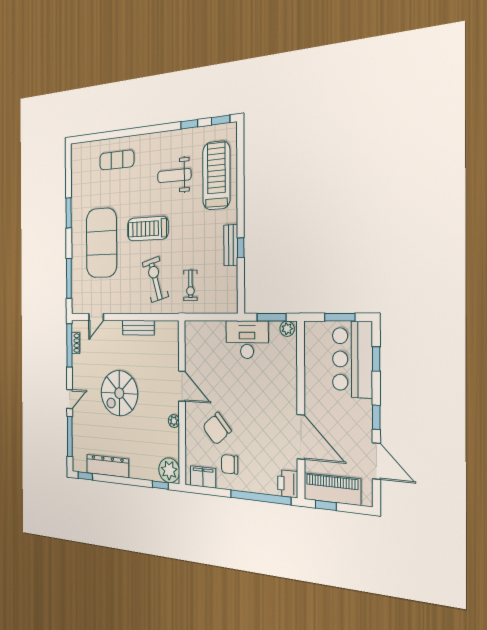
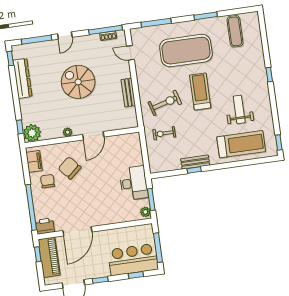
window: (189, 124) -> (269, 75), moved
exercise mat: (117, 160) -> (235, 31), moved
window: (340, 317) -> (158, 248), width x1.44
door: (70, 399) -> (65, 36), hinge flipped

